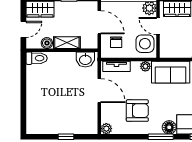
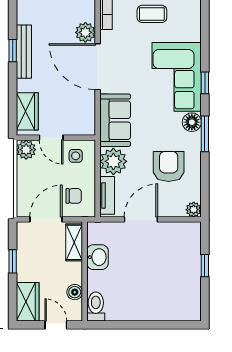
door: (158, 26) -> (51, 138), hinge flipped
shelving: (67, 43) -> (74, 242), moved
side table: (145, 44) -> (76, 156), width x0.54, depth x0.54
washbasin: (85, 59) -> (98, 257), moved
plant: (145, 66) -> (113, 161), width x1.88, depth x1.88

